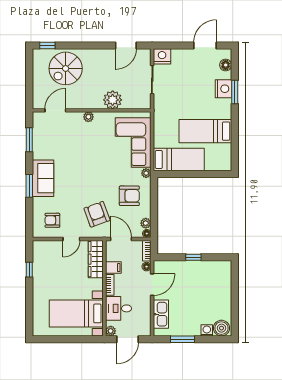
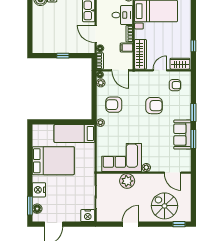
door: (126, 45) -> (131, 224), moved
spiral stairs: (66, 68) -> (164, 206), turned -90
window: (235, 92) -> (30, 206), moved
door: (55, 110) -> (173, 173), hinge flipped
bed: (205, 131) -> (53, 161), width x1.50
window: (29, 140) -> (193, 139), moved
corner sofa: (133, 142) -> (122, 157), moved, turned -90
sofa: (43, 178) -> (182, 135), moved
armchair: (97, 214) -> (154, 106), moved, turned -70
wardrobe: (46, 247) -> (180, 64), added
door: (152, 285) -> (96, 34), hinge flipped

